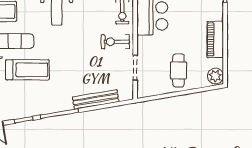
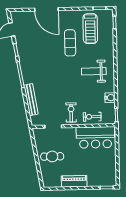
treadmill: (28, 70) -> (50, 52), removed
plant: (215, 76) -> (49, 182), removed

